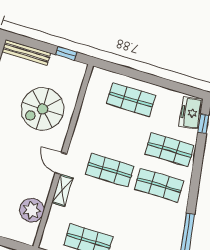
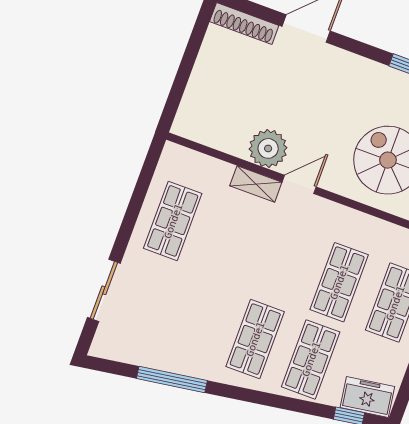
shop shelf: (110, 170) -> (339, 282), moved
plant: (32, 210) -> (268, 148), moved

